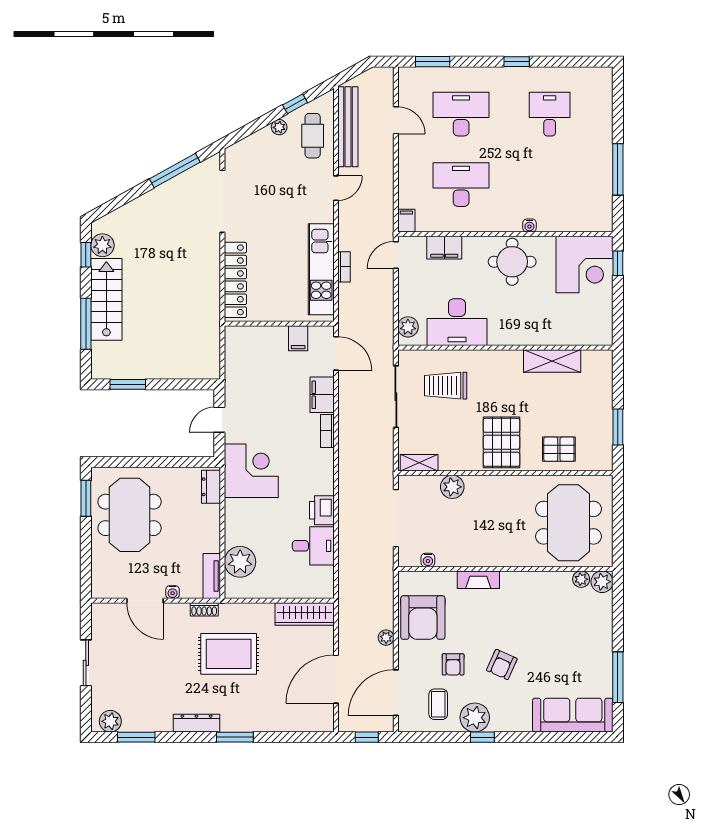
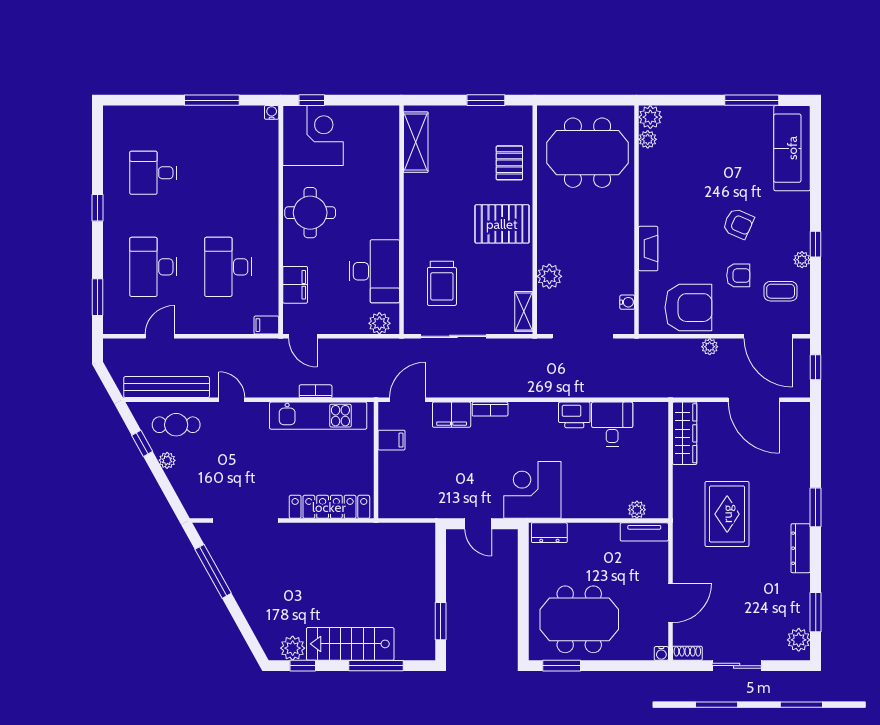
water cooler: (529, 225) -> (272, 112), moved, turned -90
shelving: (552, 361) -> (416, 142), moved
plant: (240, 562) -> (637, 510), width x0.53, depth x0.53
water cooler: (173, 592) -> (661, 653), moved, turned 90
shoe rack: (204, 609) -> (687, 653), moved, turned -90
plant: (475, 718) -> (802, 260), width x0.53, depth x0.53

